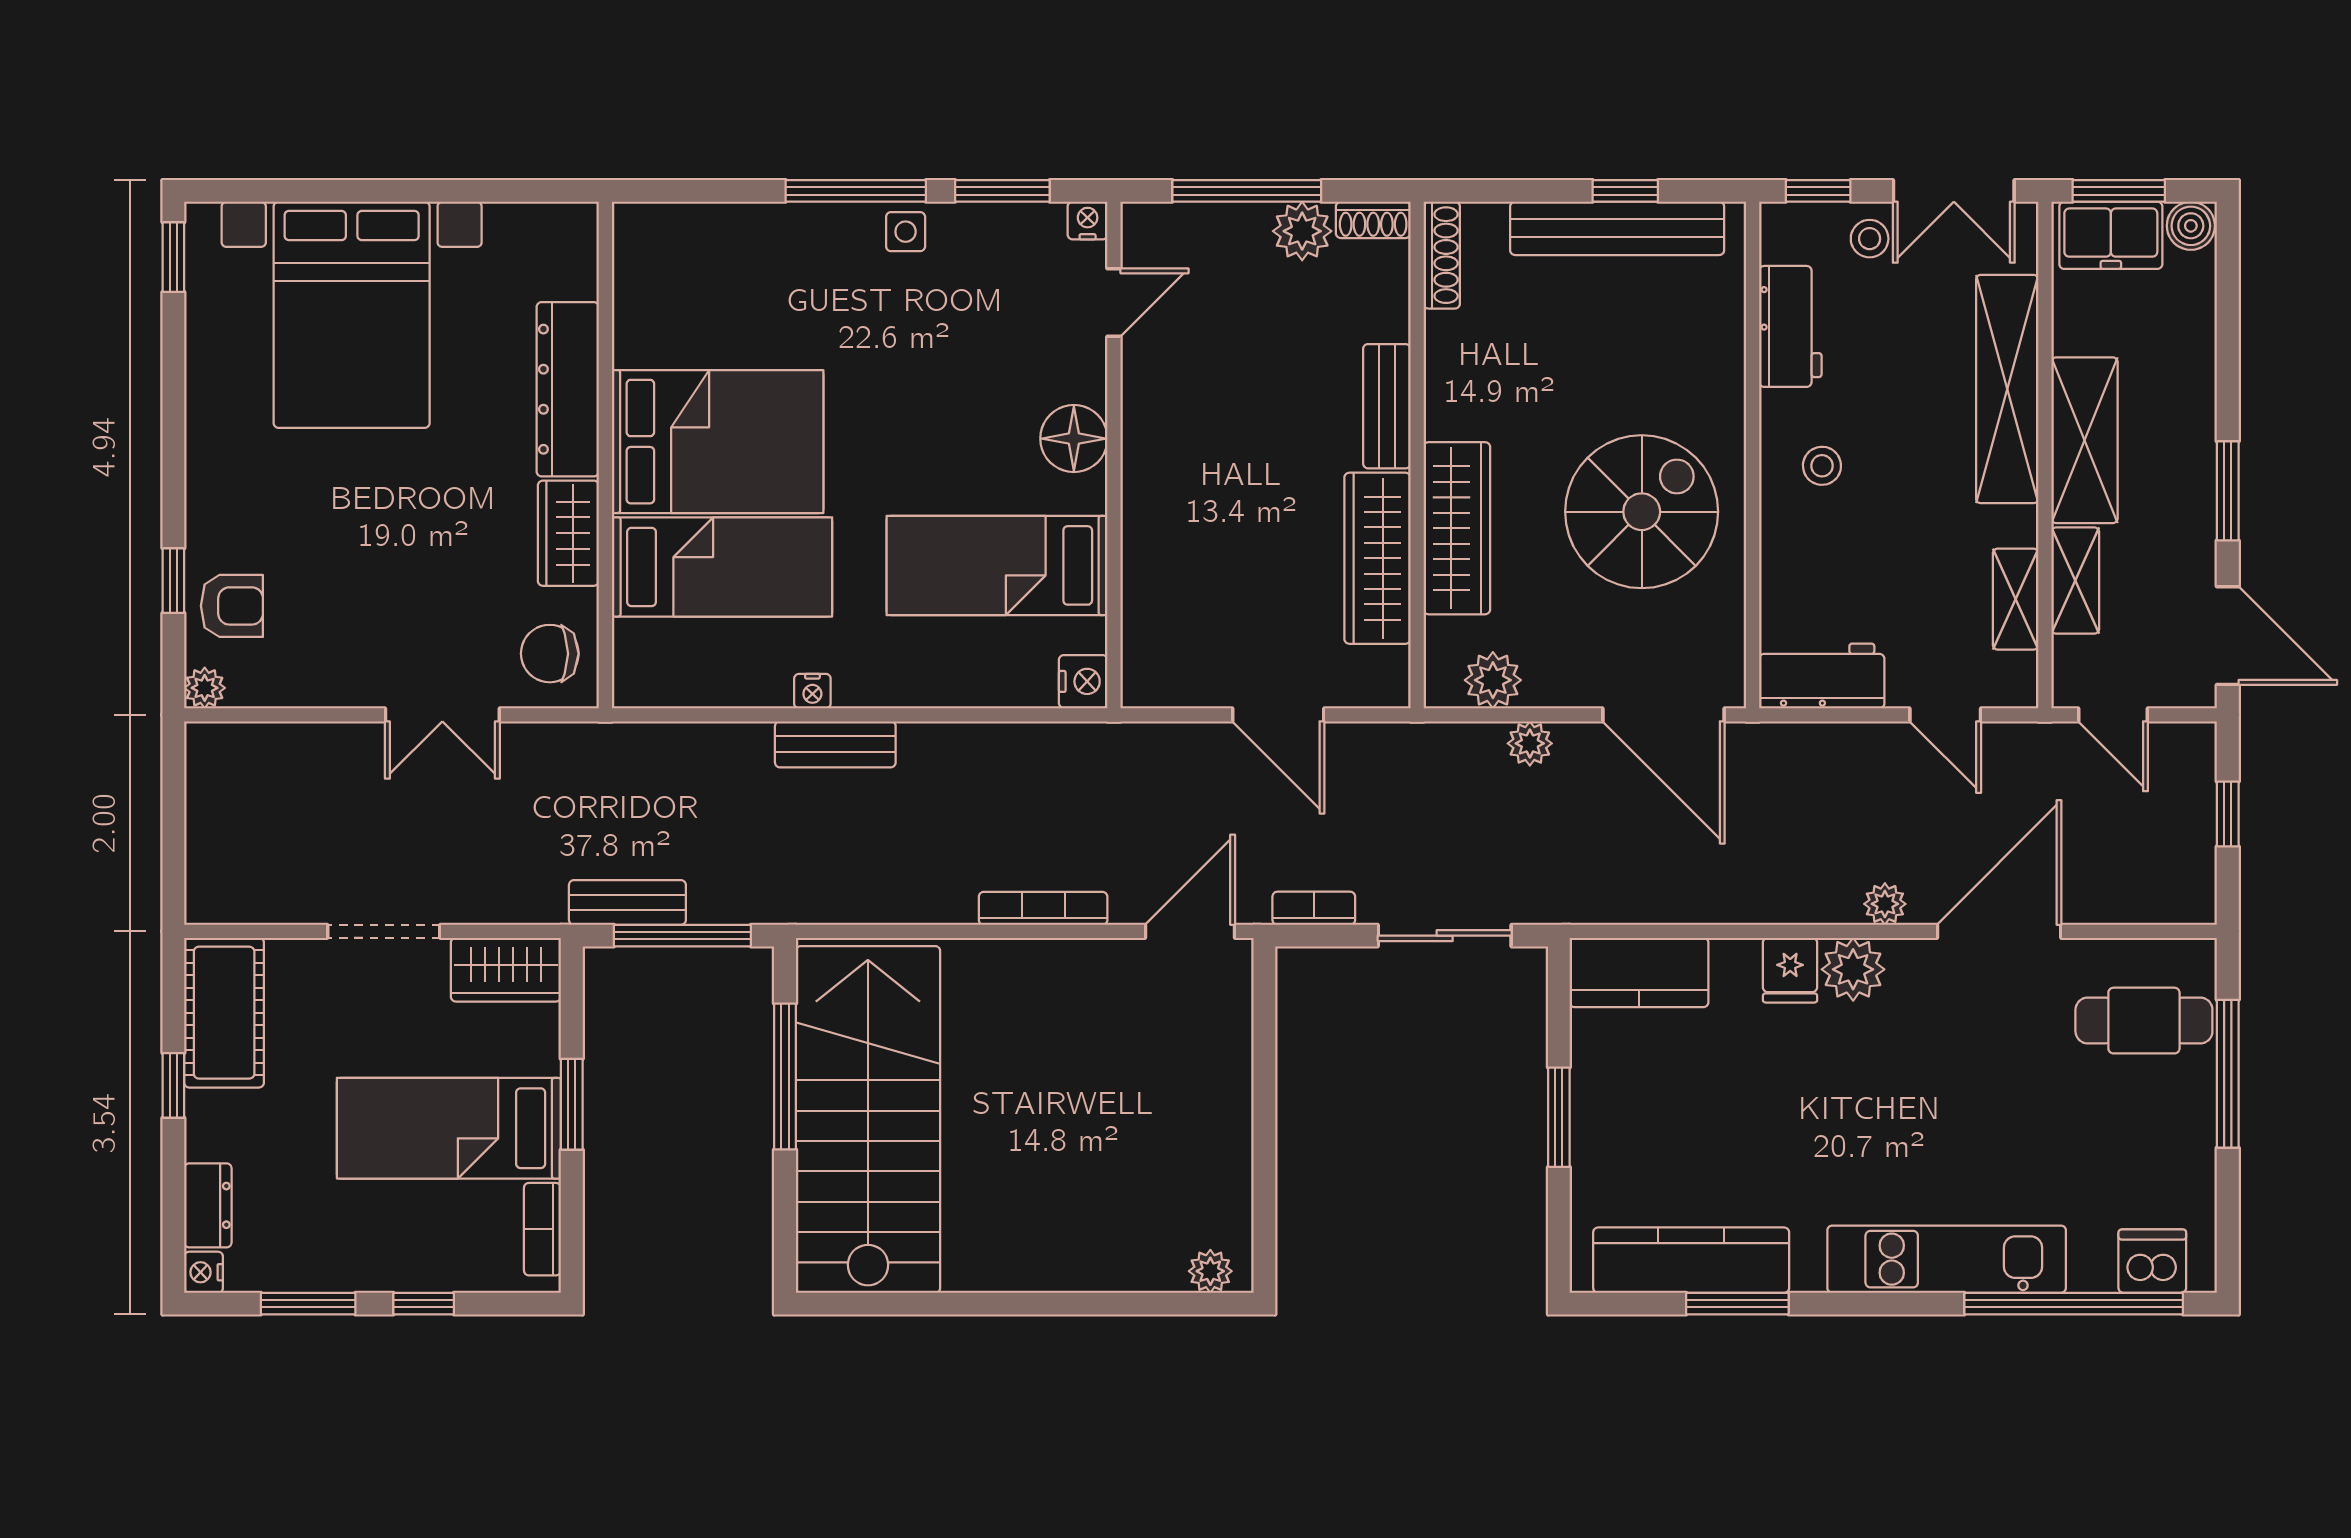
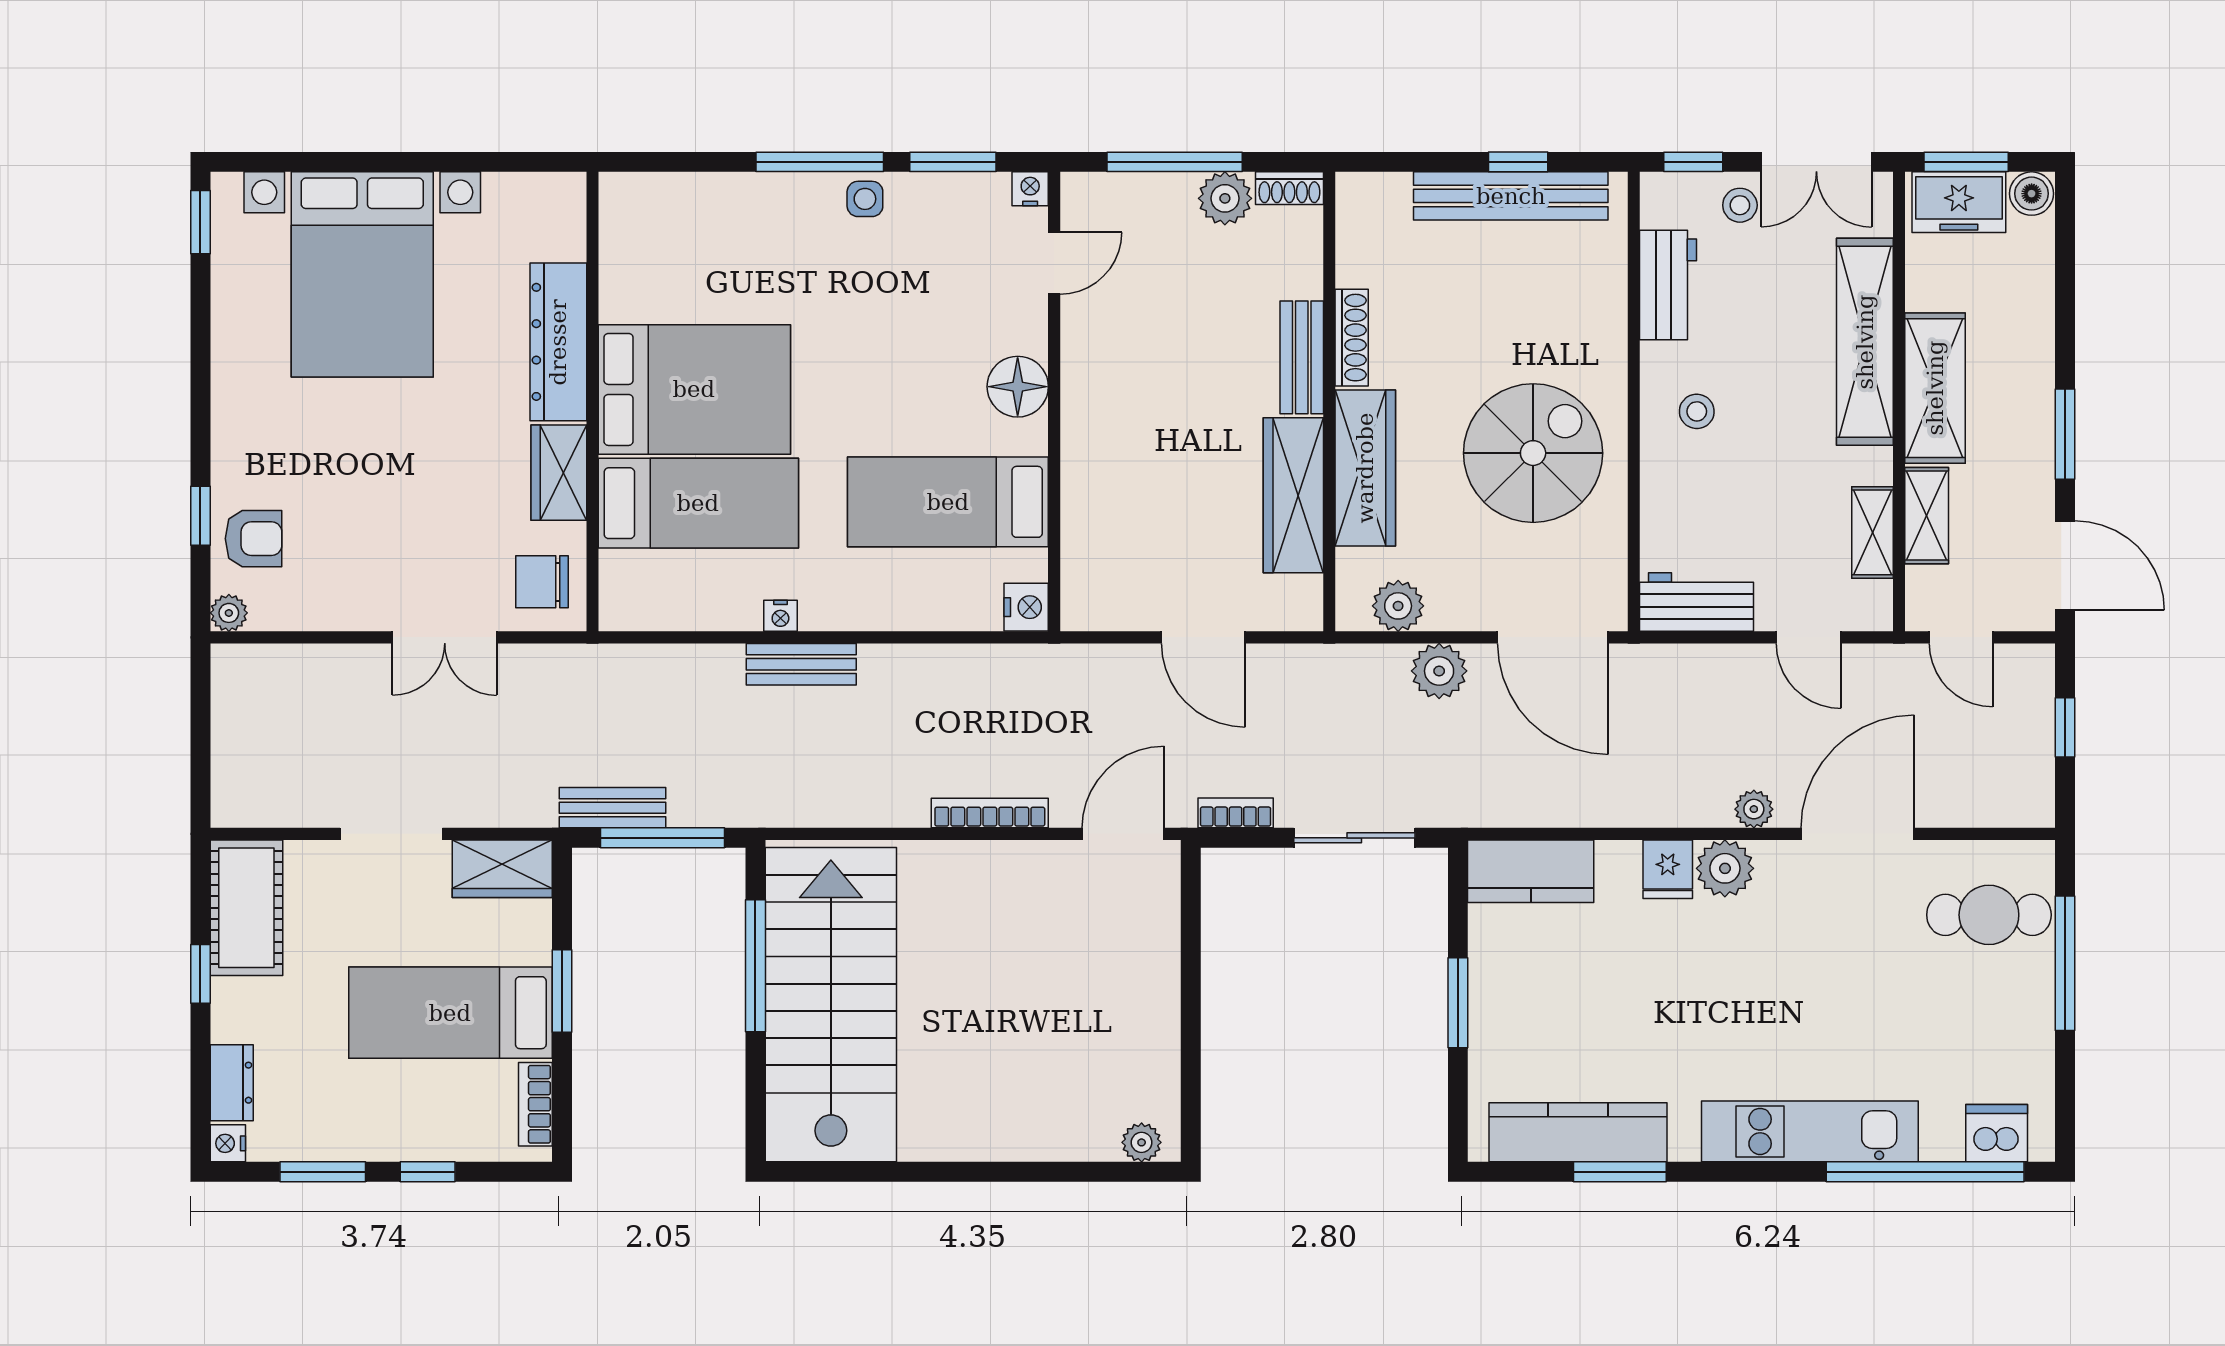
shoe rack: (1442, 255) -> (1352, 338), moved
plant: (1530, 743) -> (1439, 671), width x1.38, depth x1.38

